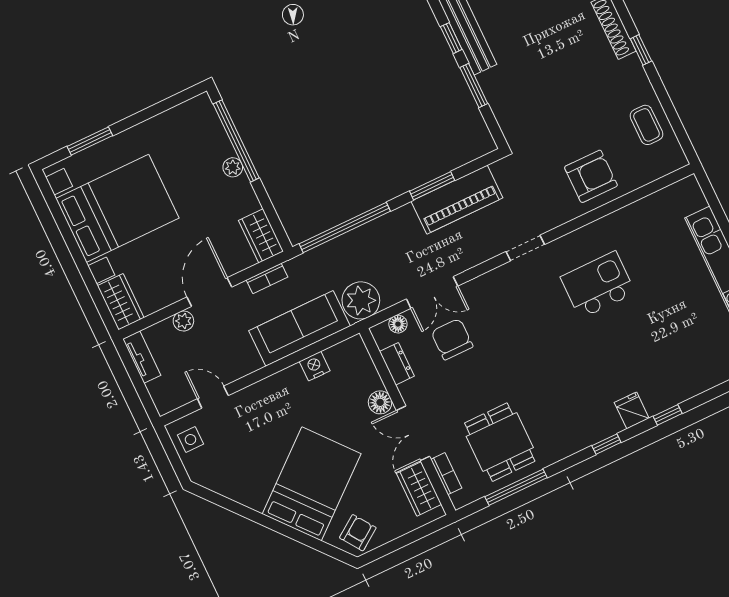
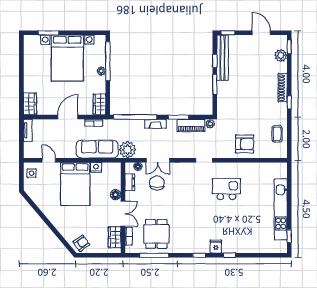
piano: (457, 200) -> (191, 125), width x0.73, depth x0.75
bed with nightstands: (117, 208) -> (67, 58), moved, turned 90
fireplace: (392, 221) -> (155, 124), added
plant: (183, 321) -> (210, 124), moved
double door: (413, 433) -> (123, 214), swing flipped
bed: (312, 484) -> (75, 184), moved, turned 130

